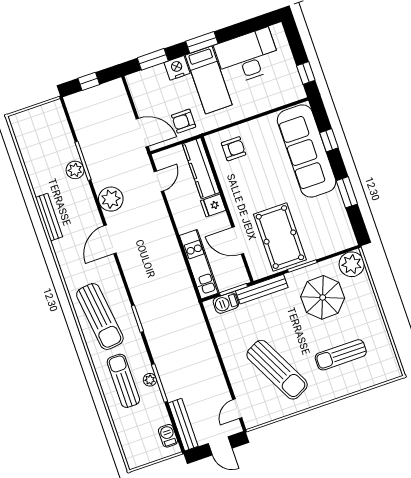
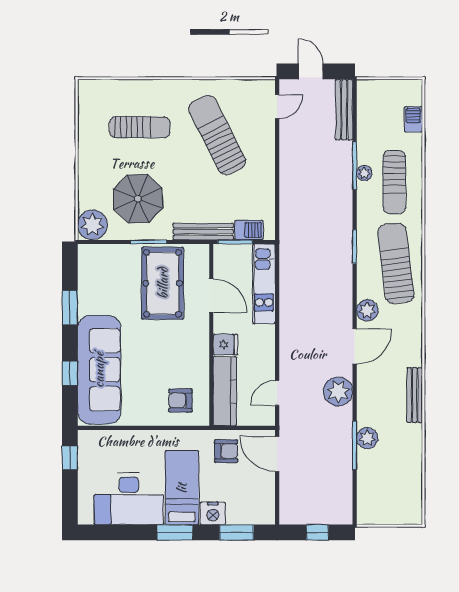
plant: (110, 271) -> (367, 310), added
barbecue: (168, 436) -> (413, 119), moved, turned 180

